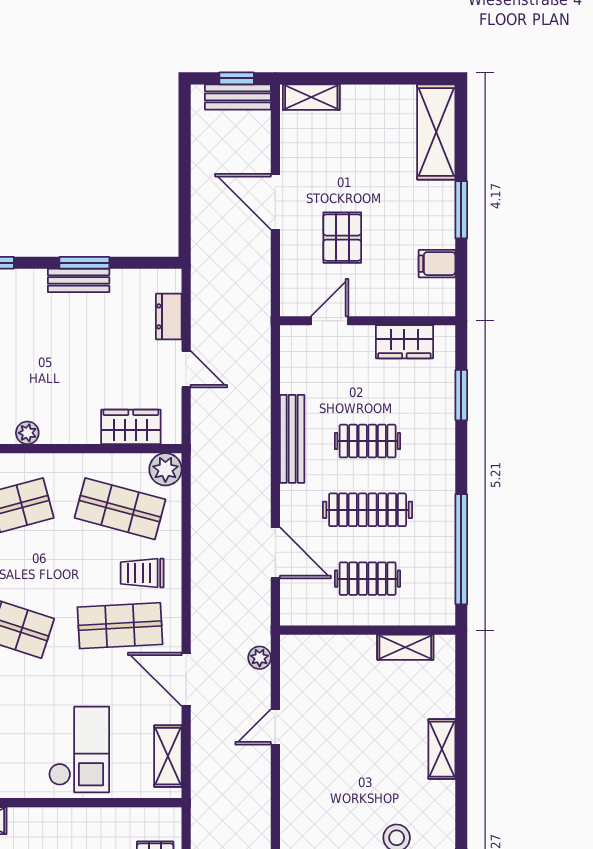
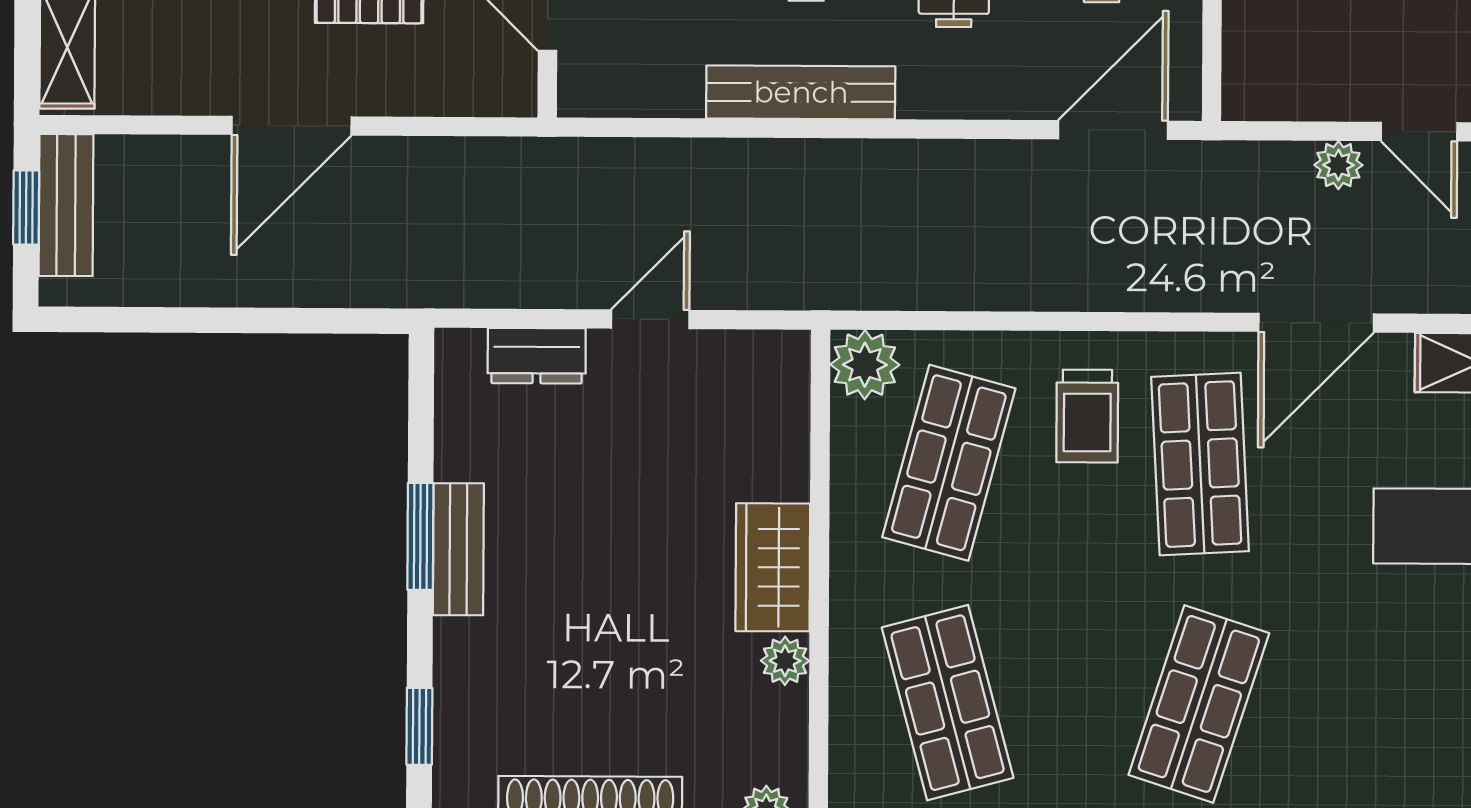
wardrobe: (131, 427) -> (773, 567), moved
door: (275, 553) -> (1113, 130), moved
plant: (260, 658) -> (1338, 165), moved

